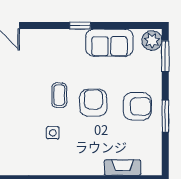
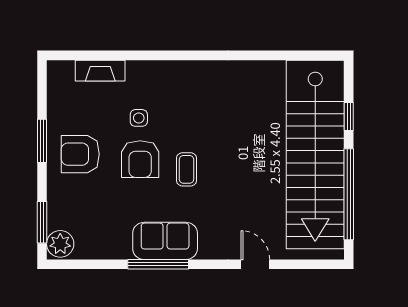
window: (80, 26) -> (158, 264), width x2.17
sofa: (109, 43) -> (165, 241), moved
side table: (53, 133) -> (139, 118), moved

